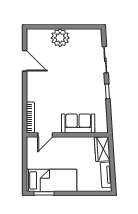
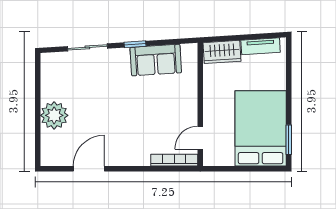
sofa: (78, 123) -> (156, 60), moved, turned -94
door: (45, 135) -> (200, 138), swing flipped
bed: (52, 180) -> (261, 128), width x1.50

